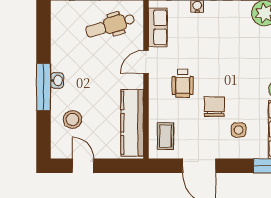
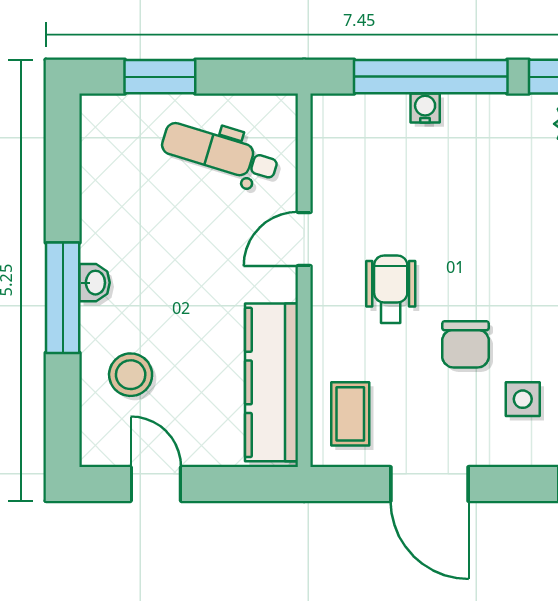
dental chair: (110, 25) -> (220, 153), turned 34
row of seats: (158, 27) -> (332, 157), removed
wheelchair: (183, 83) -> (391, 289), turned 180
chair: (214, 107) -> (466, 344), turned 180

